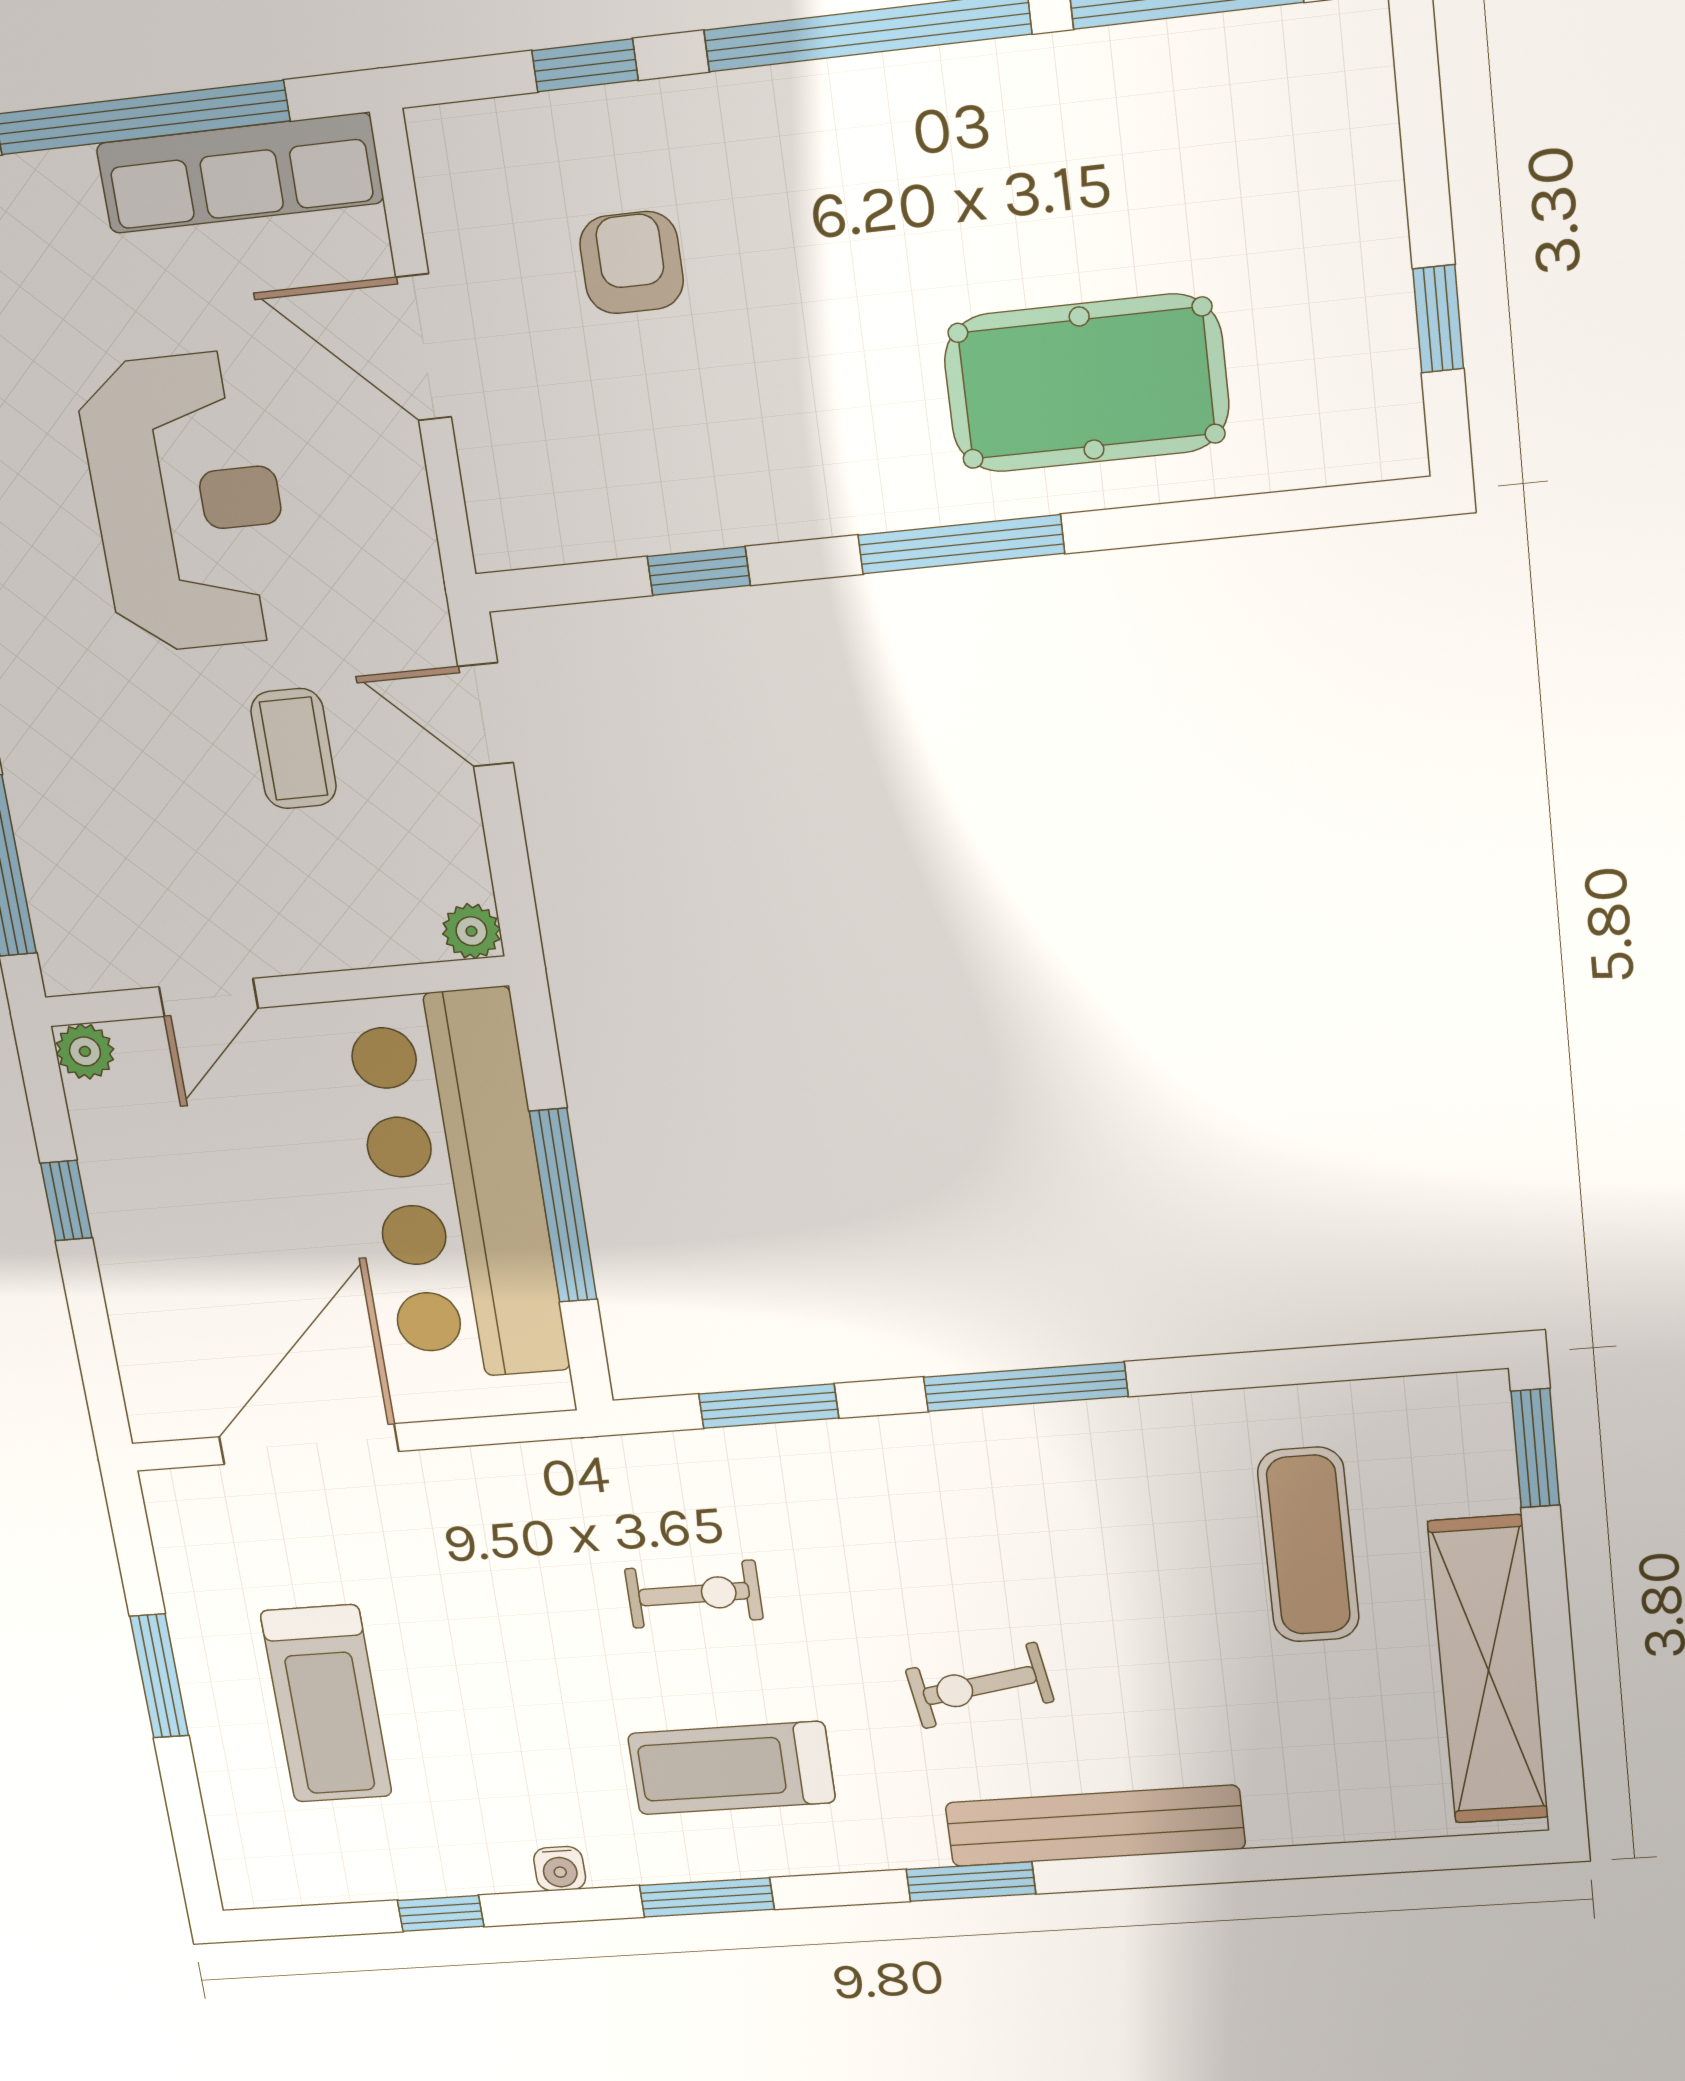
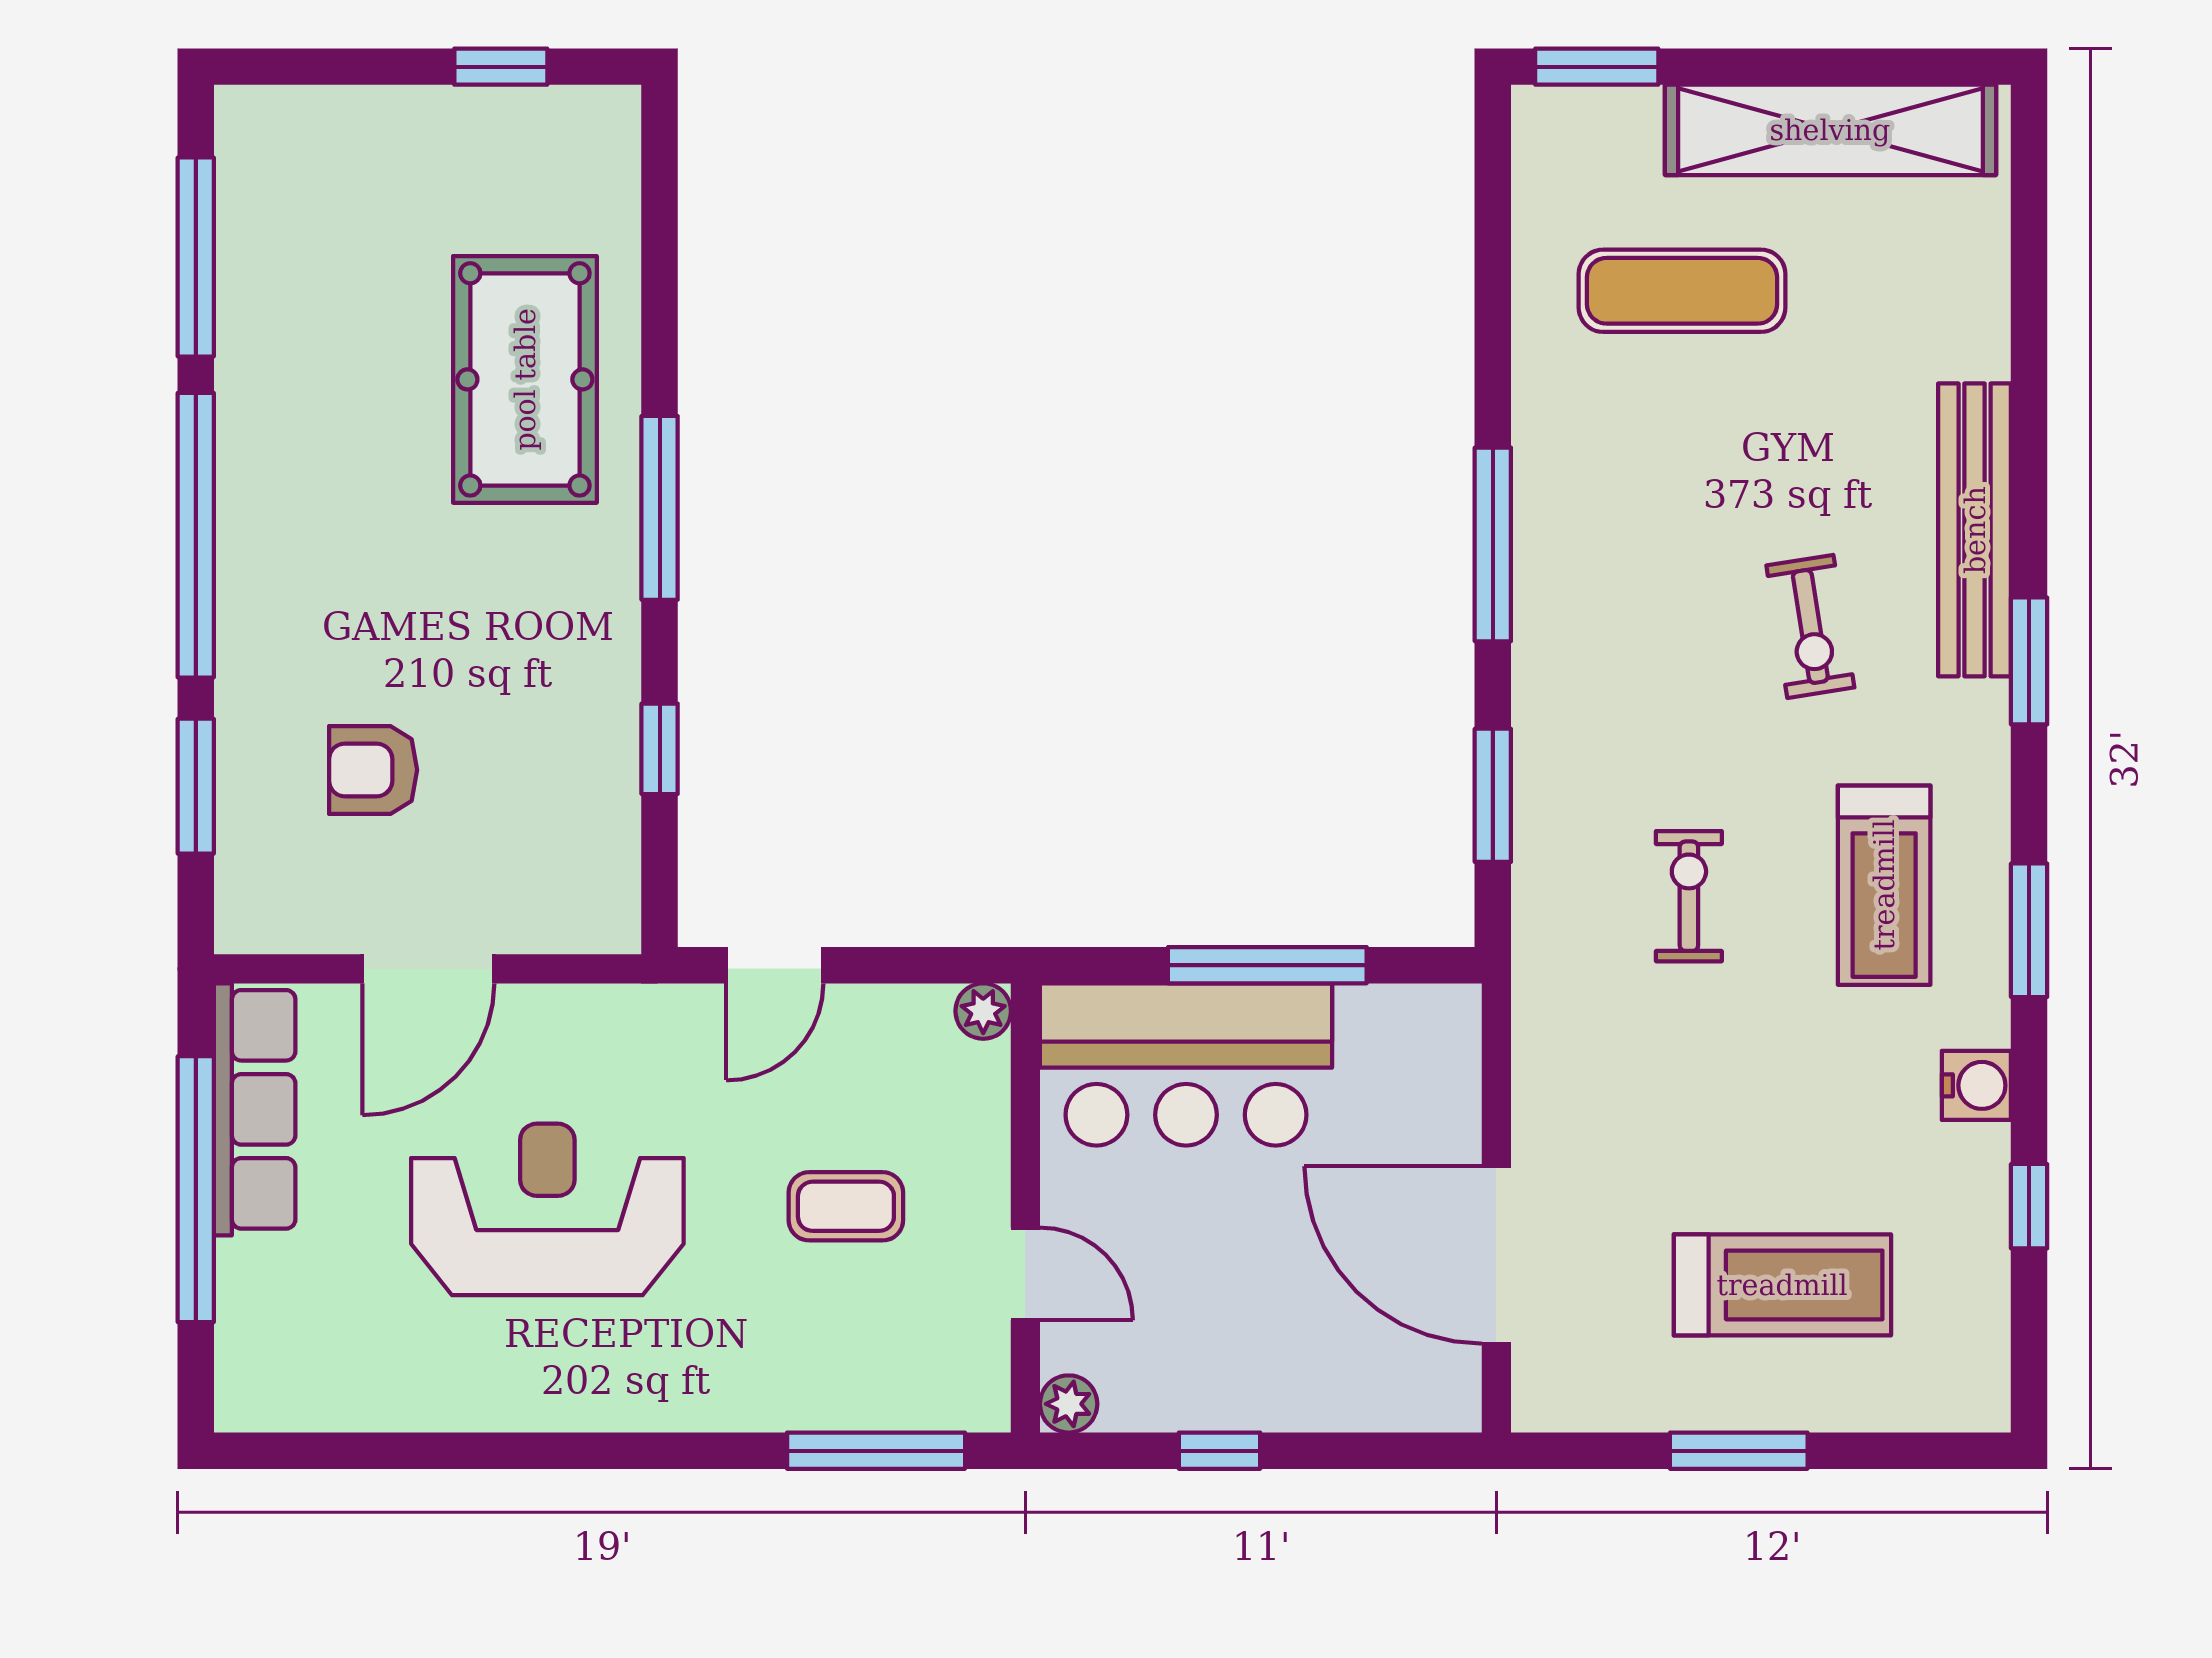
window: (585, 65) -> (196, 786), width x1.50
coffee table: (294, 749) -> (846, 1206), moved
bar counter: (458, 1187) -> (1186, 1064), width x0.73
water cooler: (560, 1869) -> (1976, 1085), width x1.38, depth x1.38

